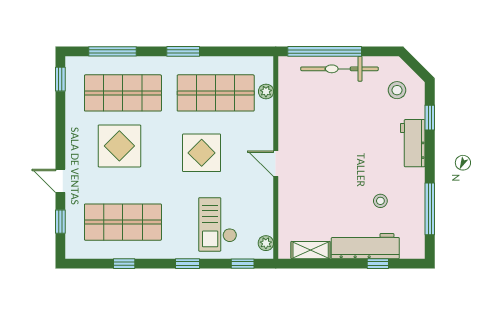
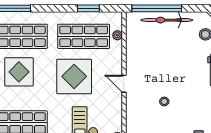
window: (183, 51) -> (88, 8), moved
display table: (202, 153) -> (74, 76), width x1.36, depth x1.36
stool: (380, 201) -> (164, 101), moved

